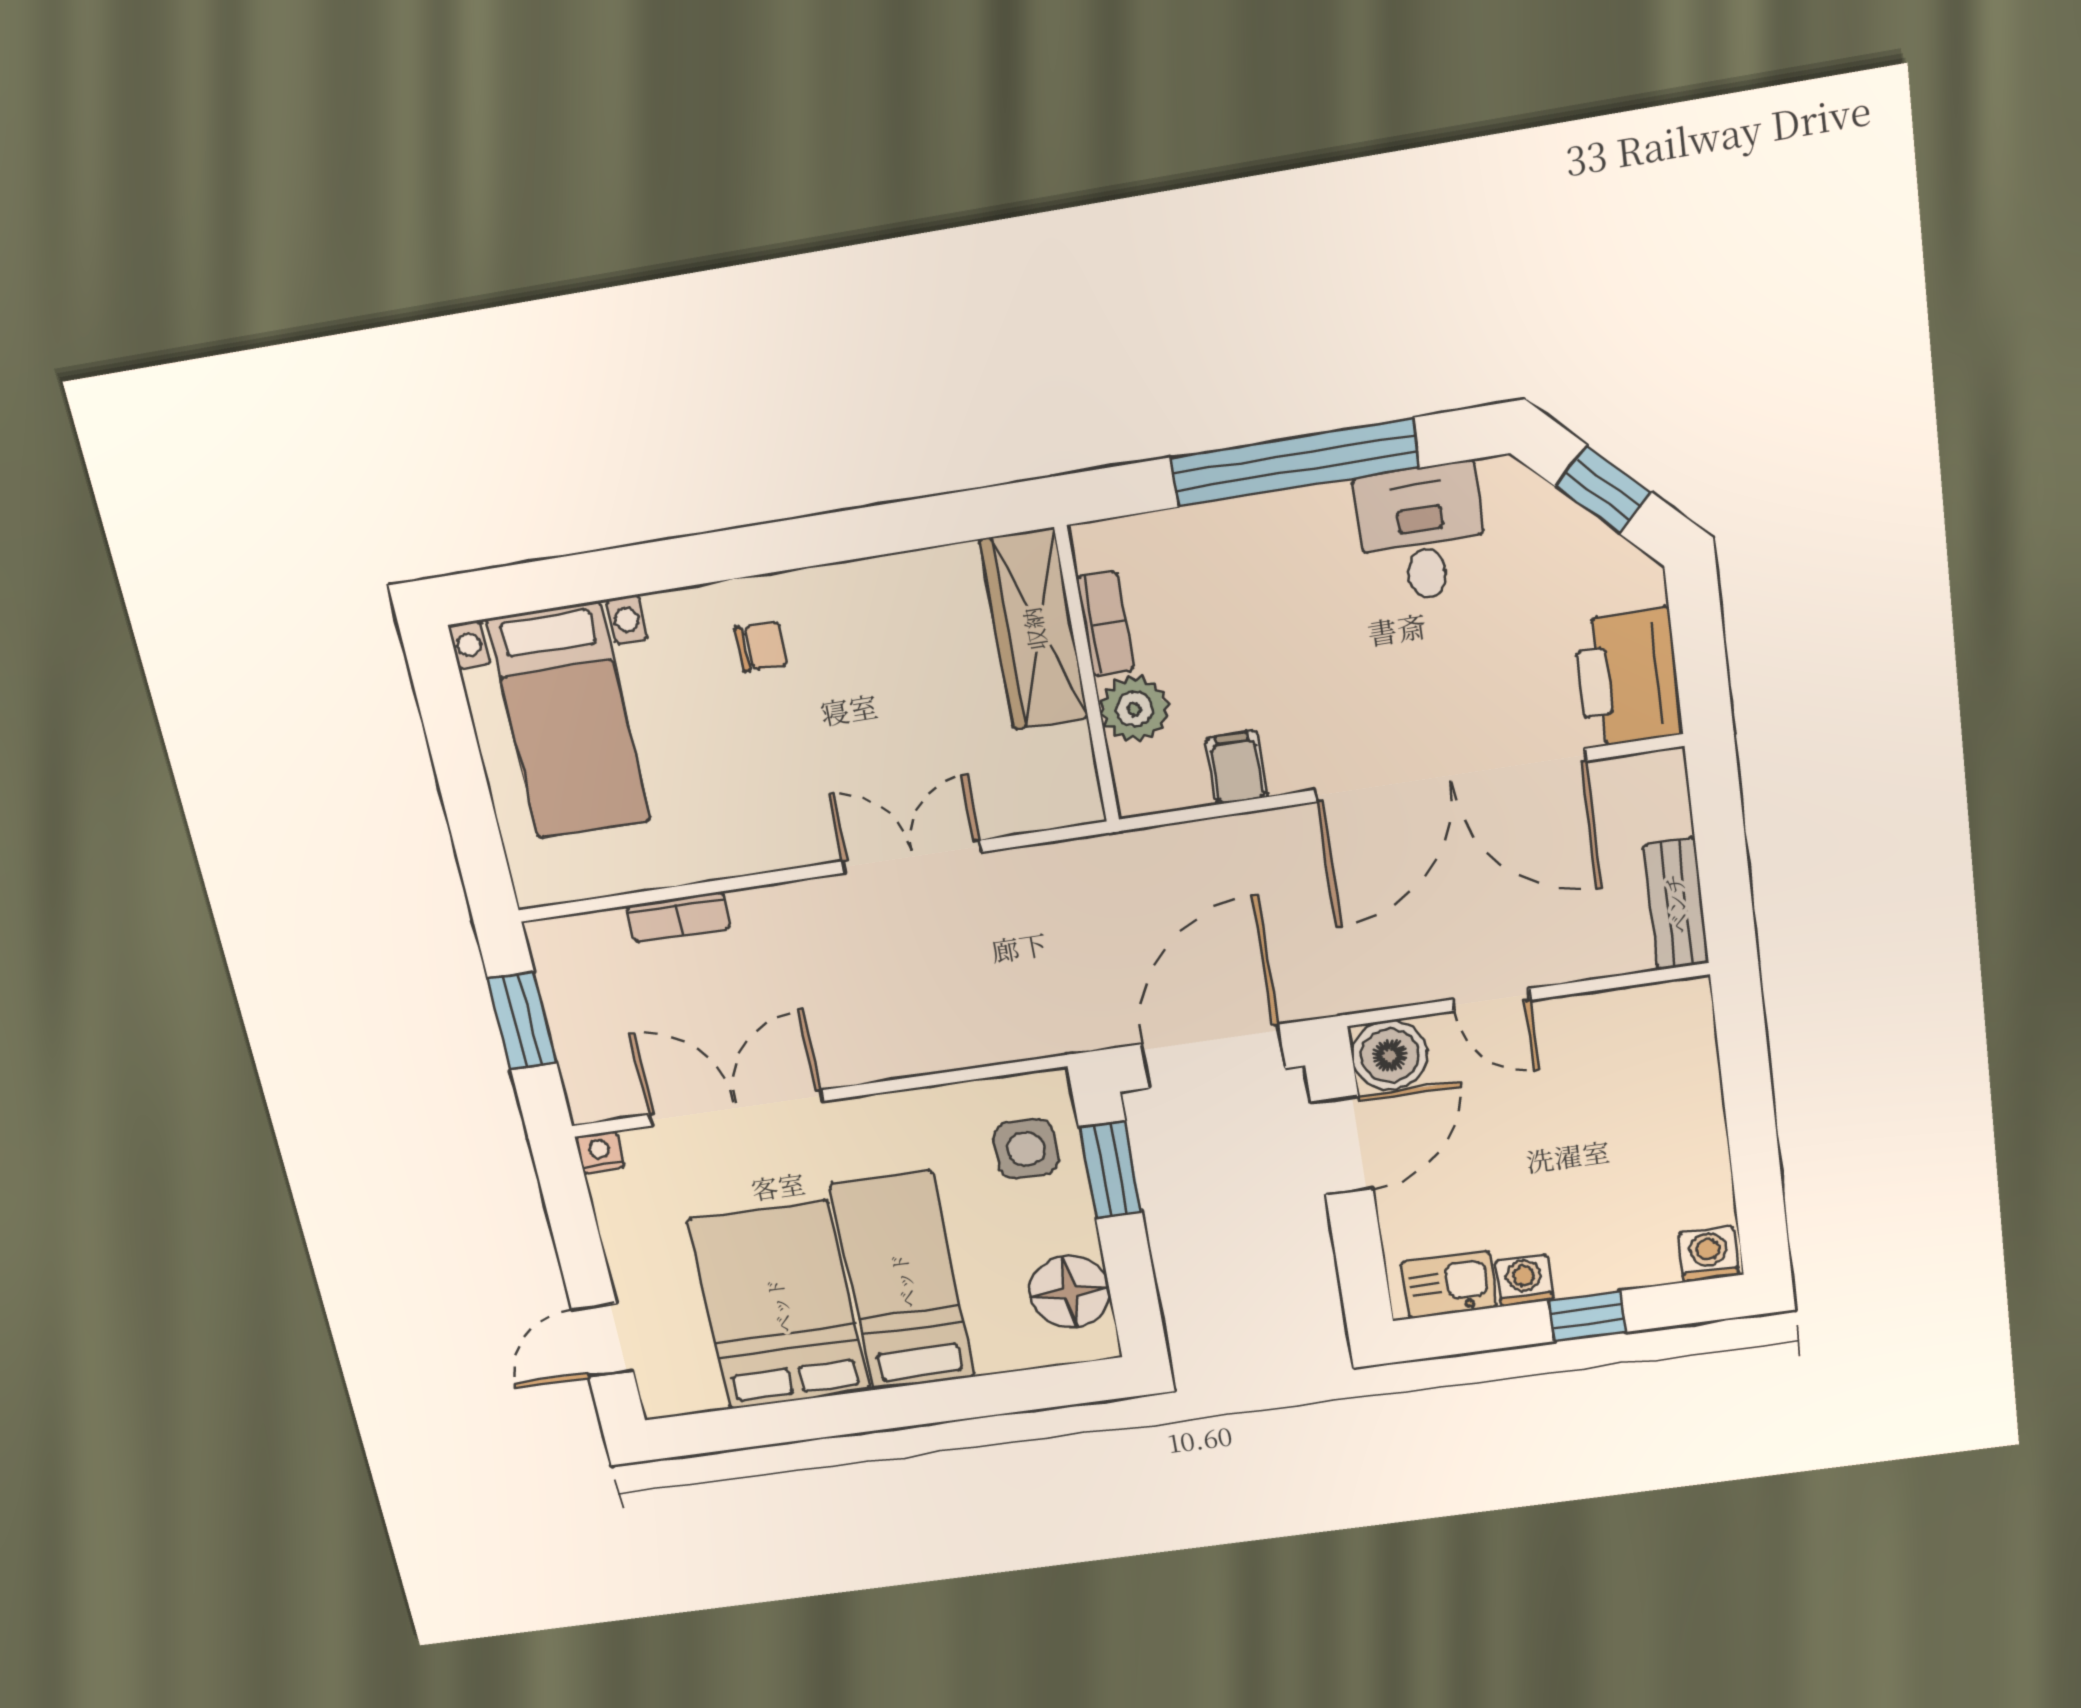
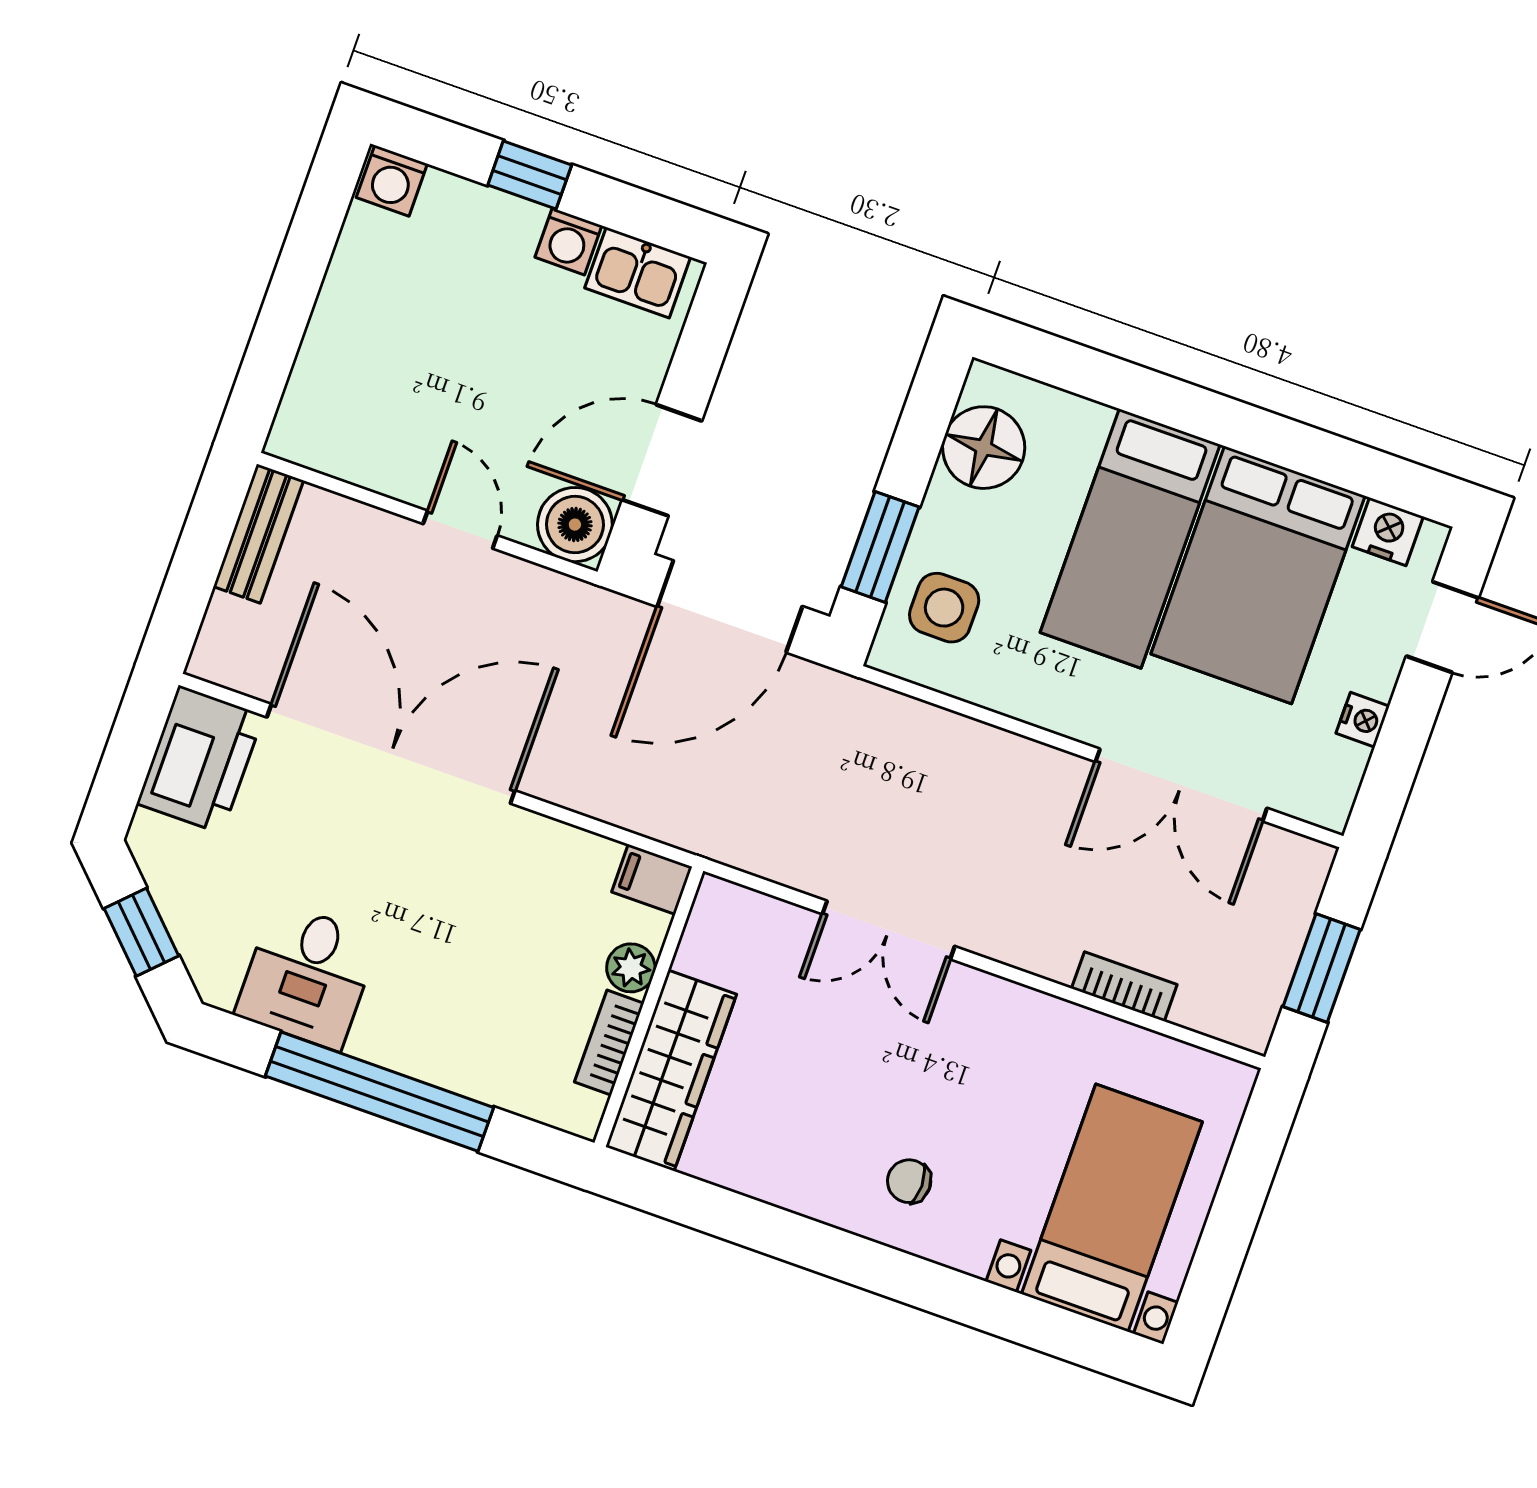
plant: (1134, 709) -> (631, 968), width x0.73, depth x0.73
filing cabinet: (1237, 768) -> (652, 879), moved, turned 90
nightstand: (600, 1152) -> (1363, 720), moved, turned -90
nightstand: (695, 1391) -> (1388, 532), added

